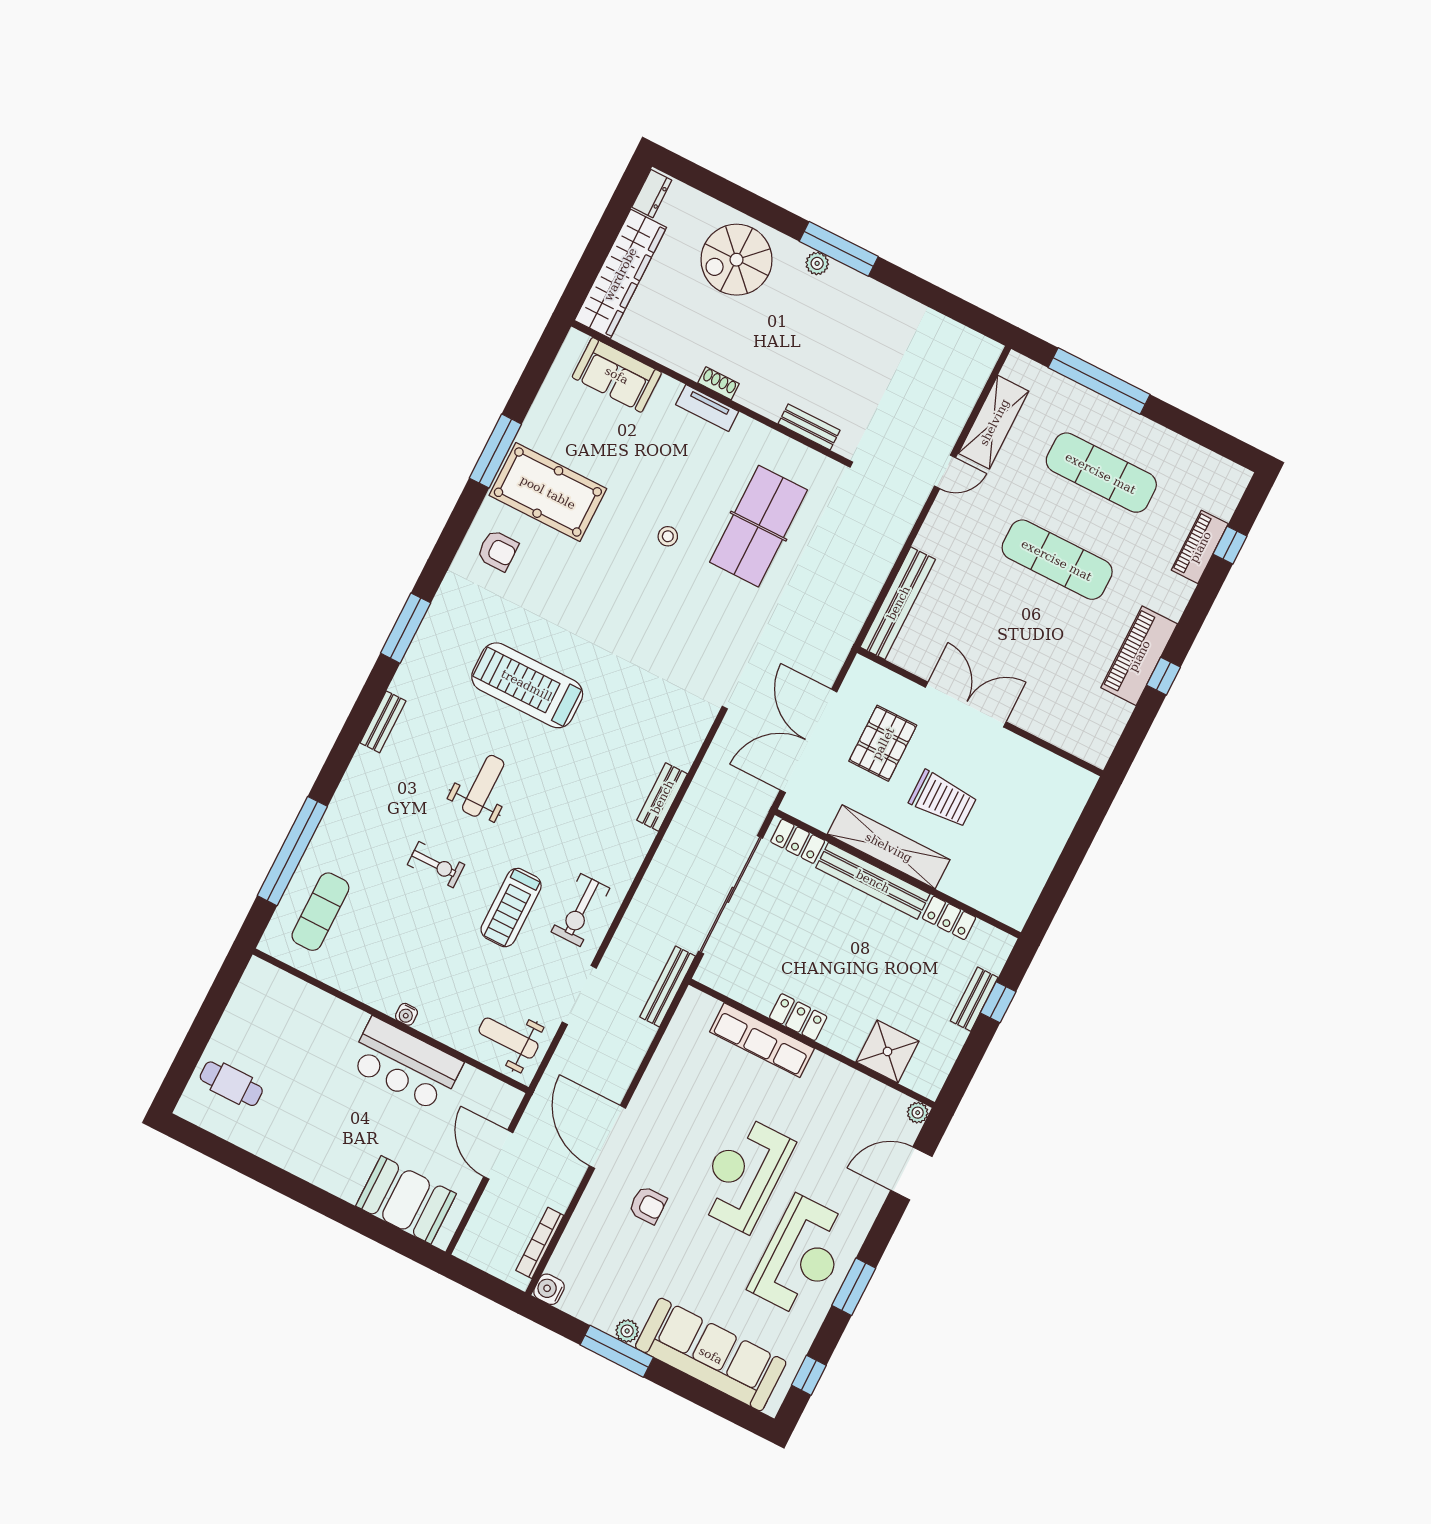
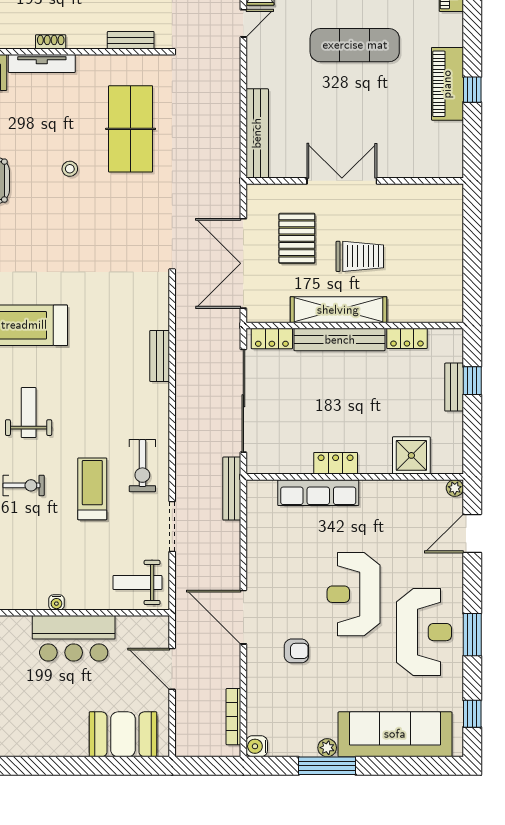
tv unit: (707, 408) -> (42, 64), width x1.41
treadmill: (511, 908) -> (92, 489), turned 180

